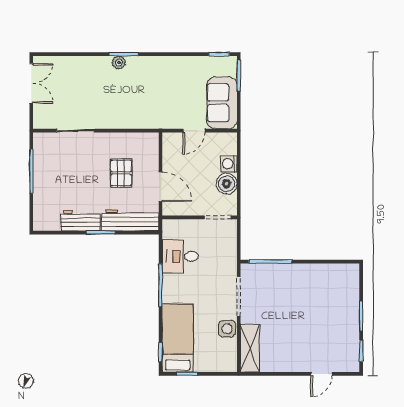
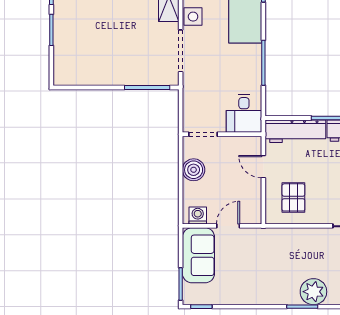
plant: (119, 62) -> (313, 292), width x1.87, depth x1.87
washing machine: (229, 164) -> (198, 215), moved, turned -90
pallet: (121, 173) -> (293, 197), moved
door: (161, 187) -> (263, 167), width x0.73
desk: (180, 256) -> (244, 113), moved, turned 90

